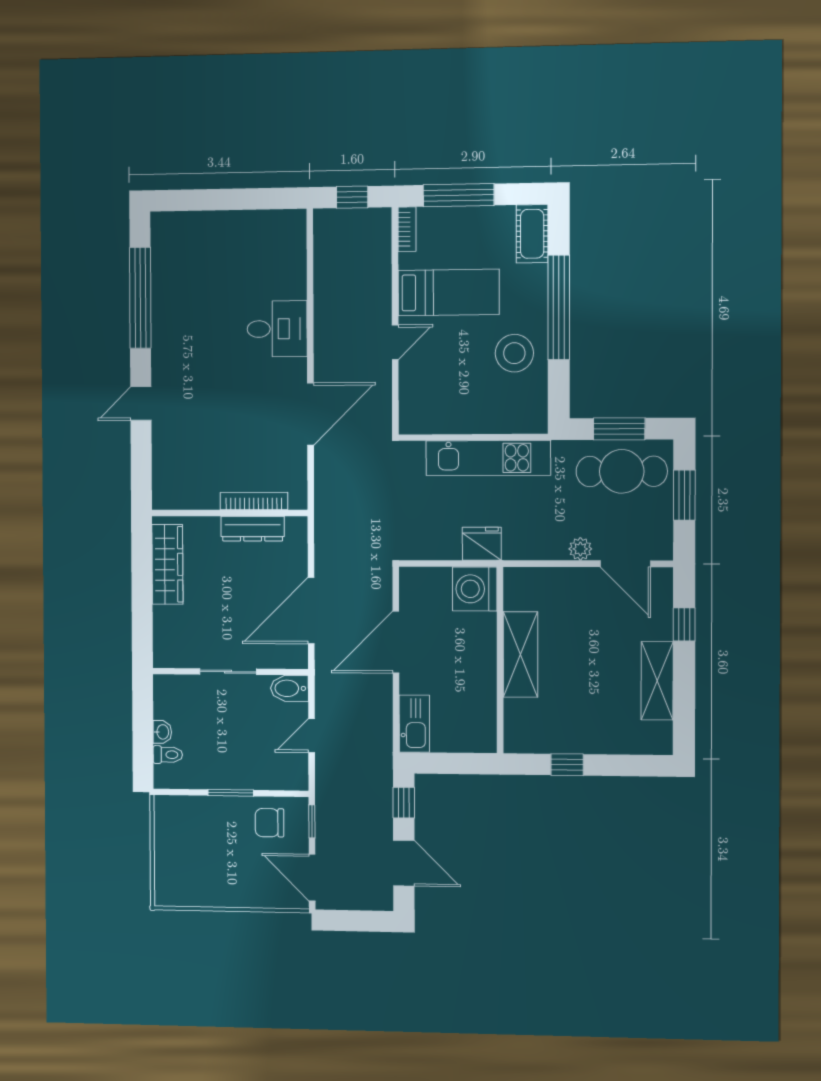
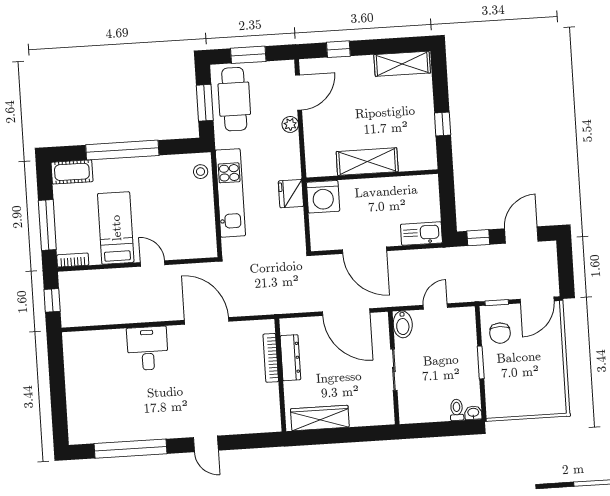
stool: (514, 353) -> (201, 172), moved, width x0.53, depth x0.53
shelving: (657, 681) -> (402, 64), moved
washbasin: (162, 732) -> (473, 413), moved
door: (312, 736) -> (435, 306), swing flipped

